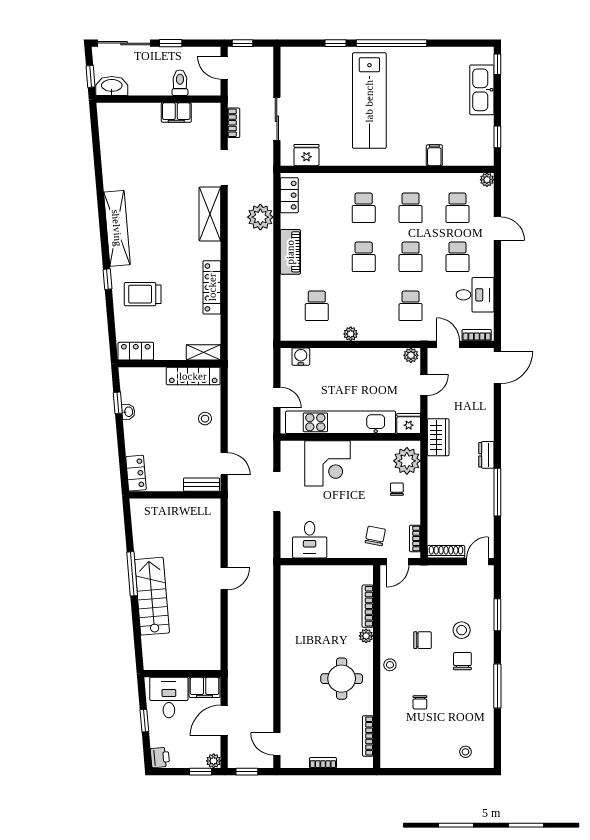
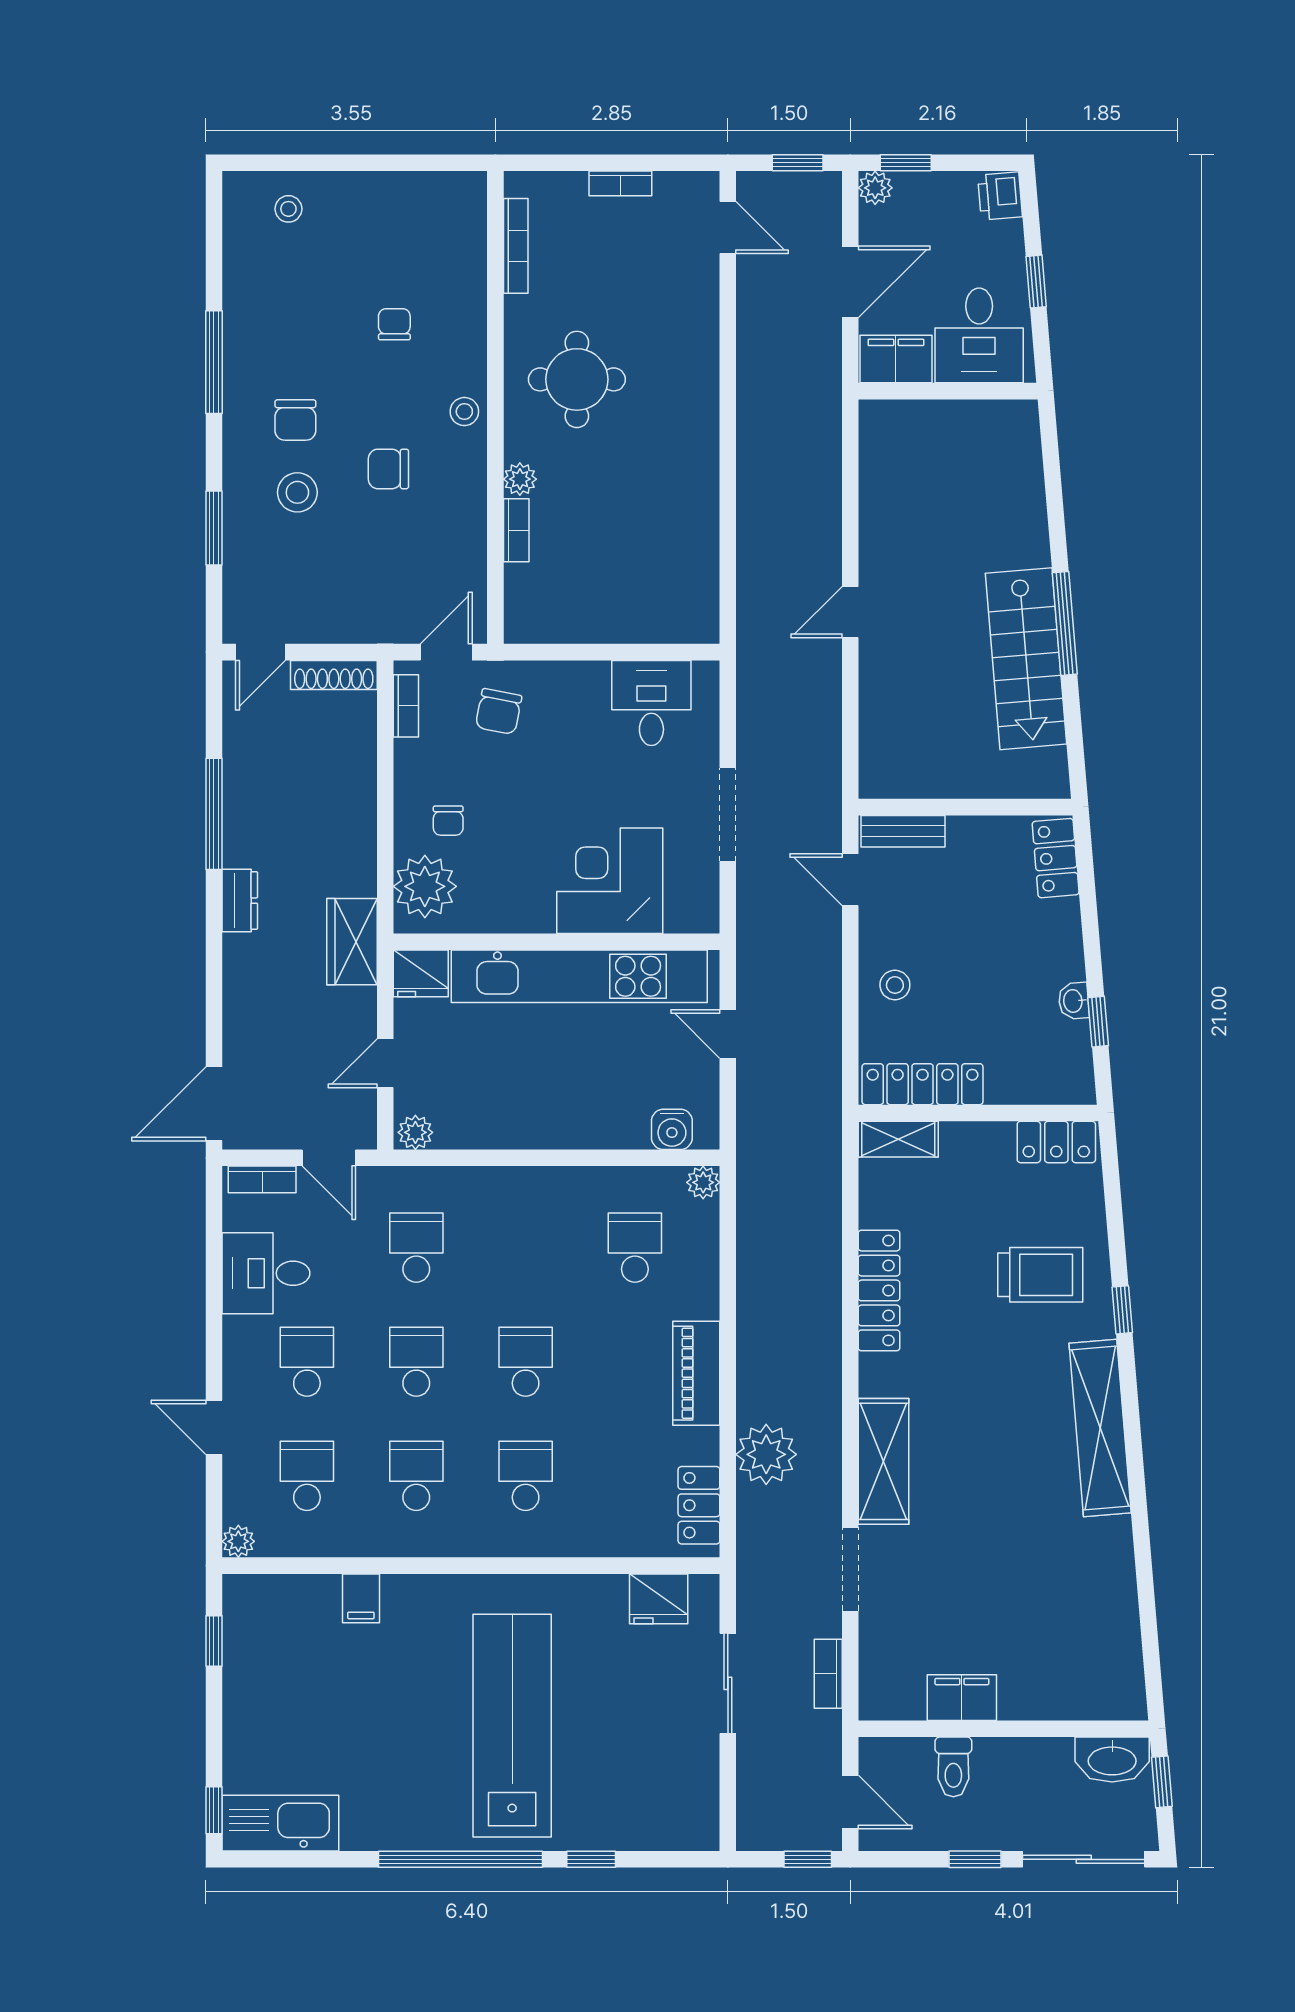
kitchen sink: (482, 90) -> (280, 1823), moved, turned -90
plant: (351, 334) -> (703, 1182), moved
stairs: (152, 596) -> (1026, 659), moved
bookcase: (368, 606) -> (516, 530), width x0.64

